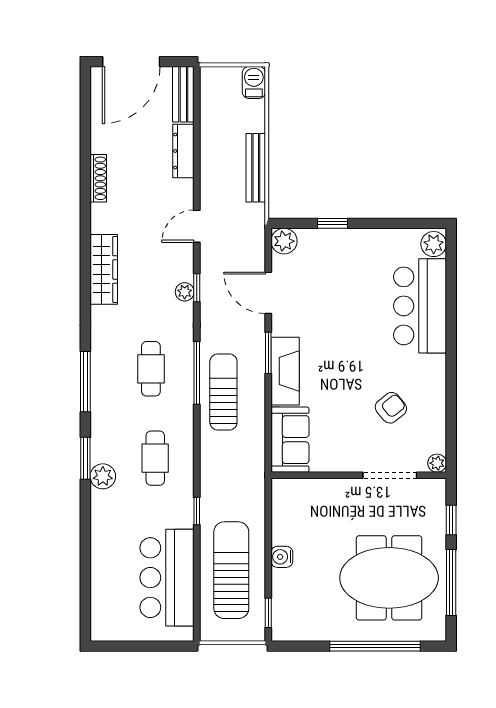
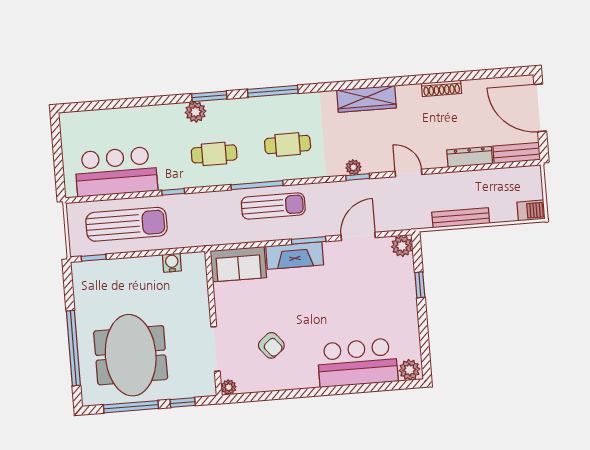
window: (197, 373) -> (257, 185), moved
water cooler: (282, 557) -> (172, 263), moved

